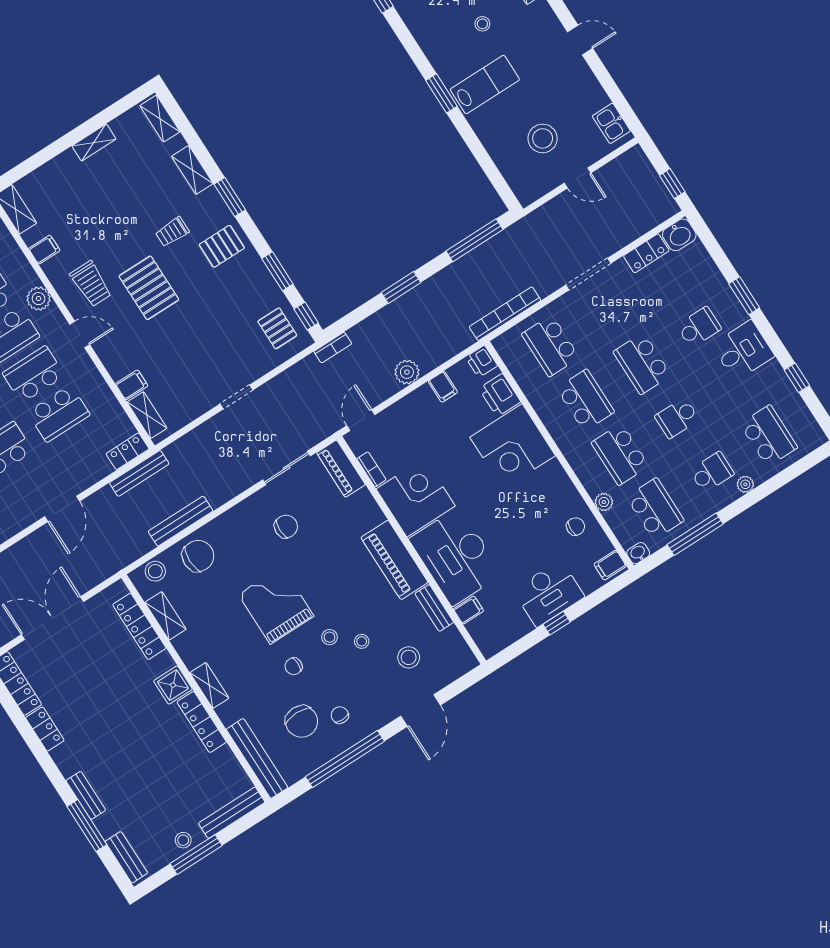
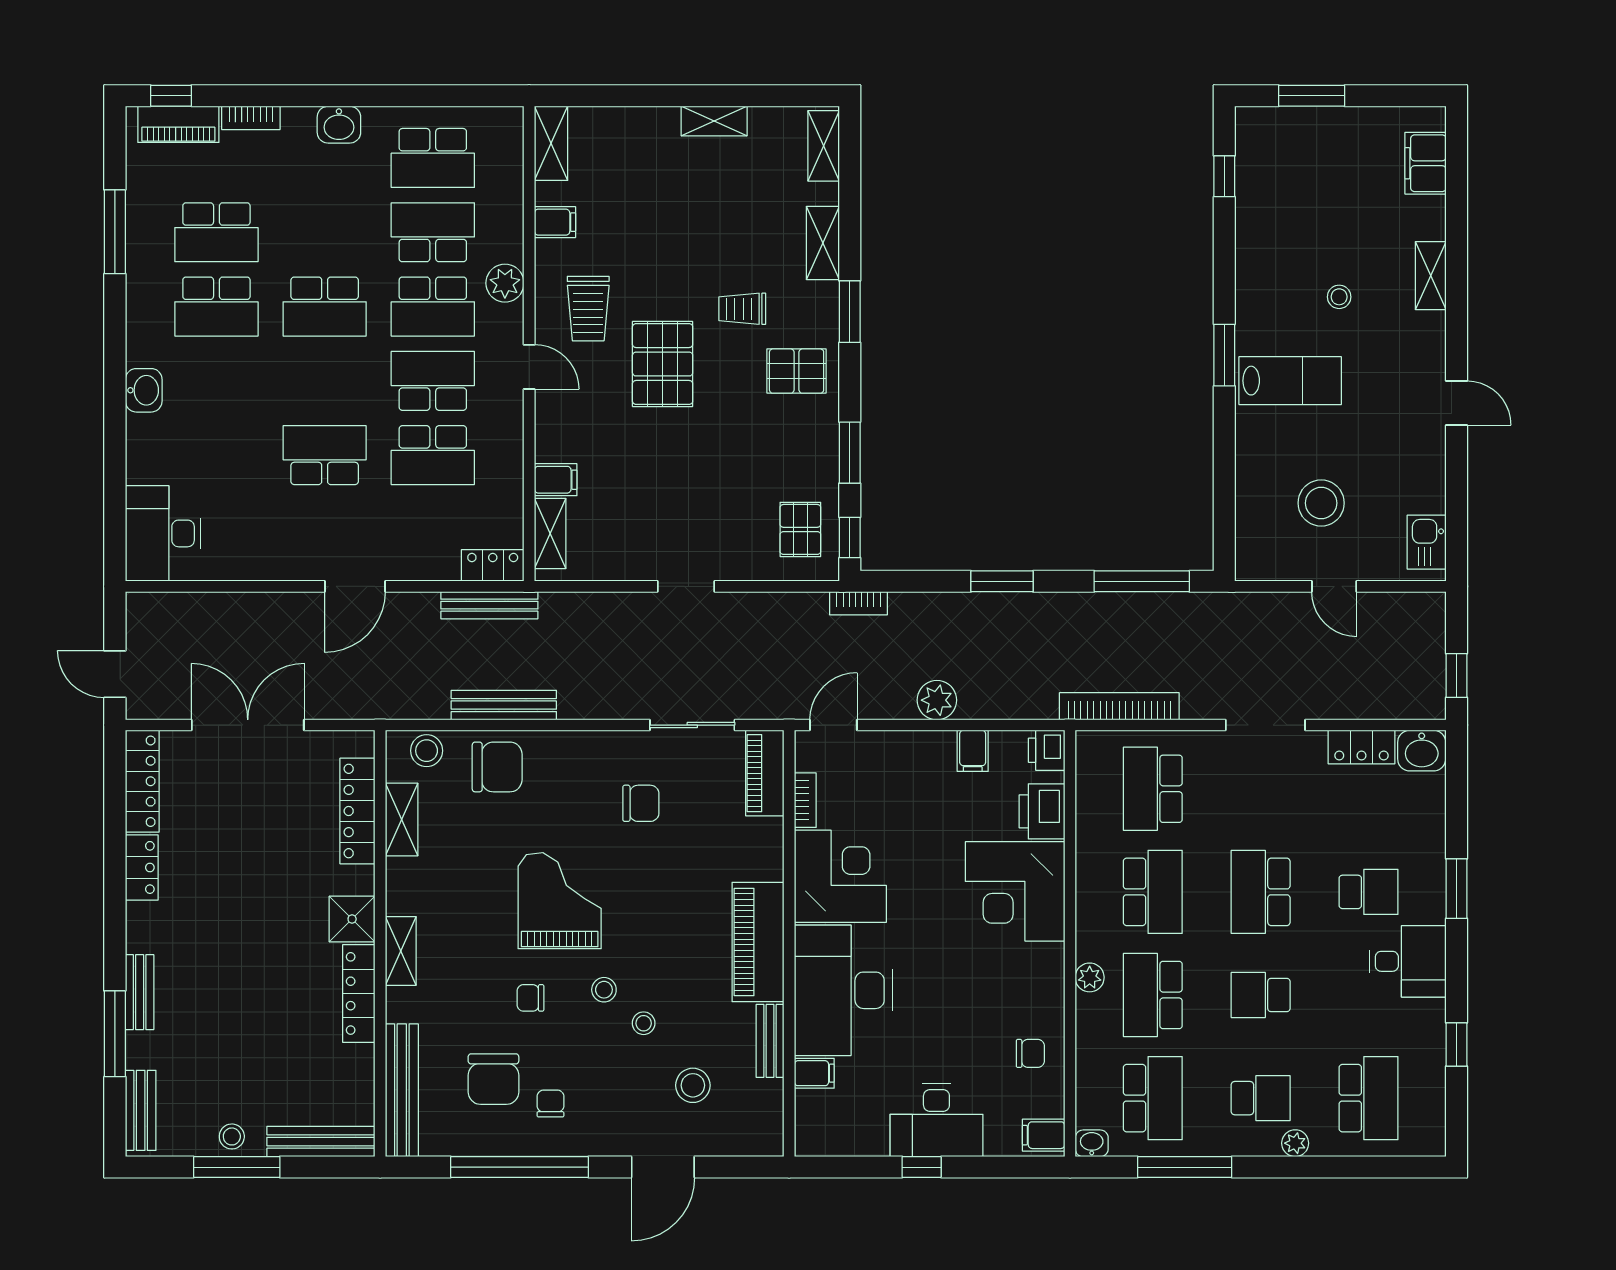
plant: (604, 502) -> (1090, 977), moved

